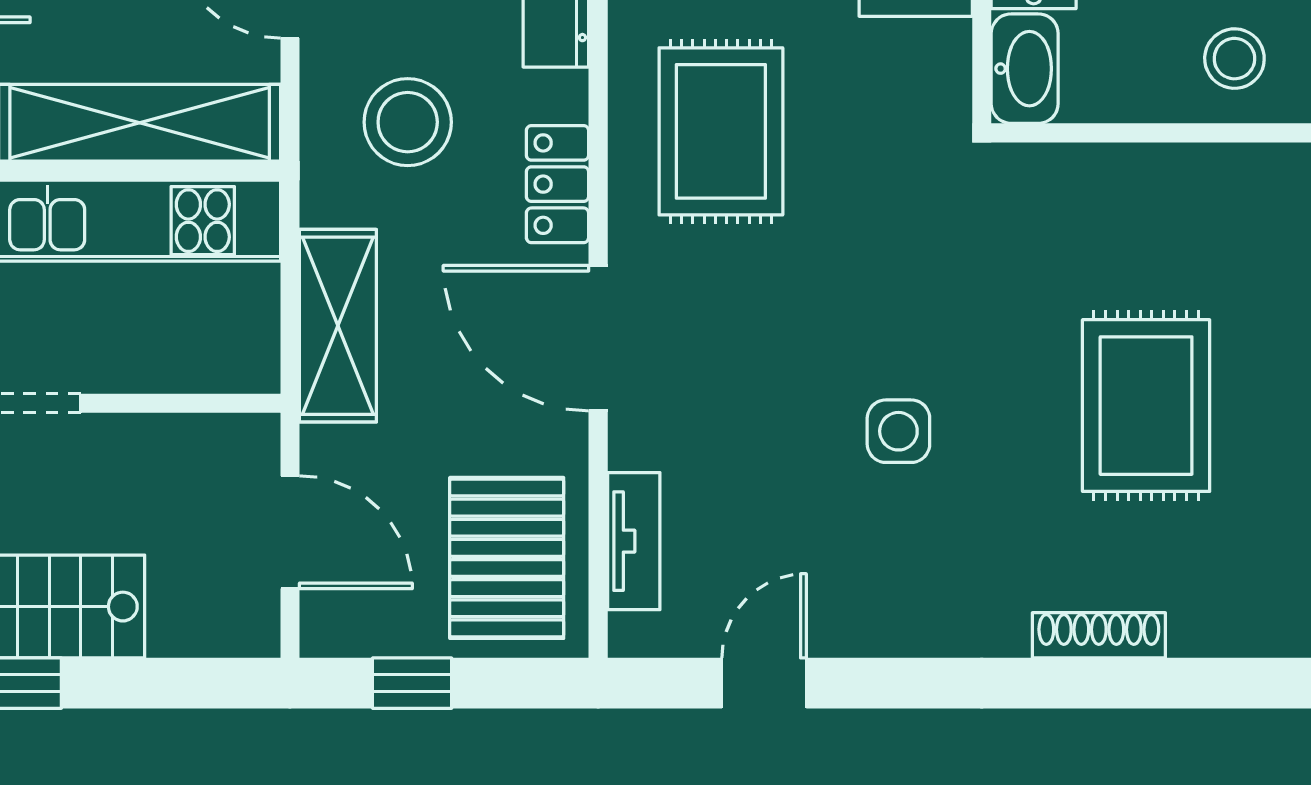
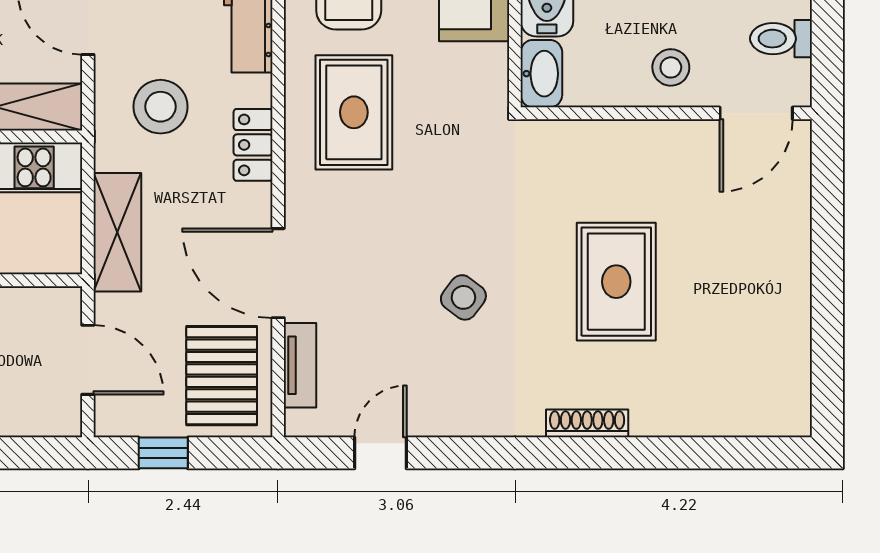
door: (598, 338) -> (278, 273), moved
side table: (898, 431) -> (463, 297), turned 37

